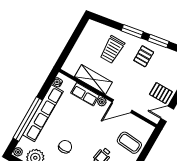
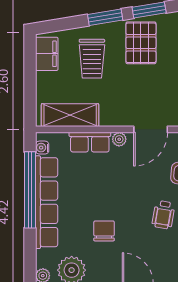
filing cabinet: (89, 33) -> (47, 54), added
pallet: (144, 56) -> (141, 43), width x1.50, depth x1.42
shelving: (93, 80) -> (70, 115), moved
window: (28, 119) -> (30, 190), moved

